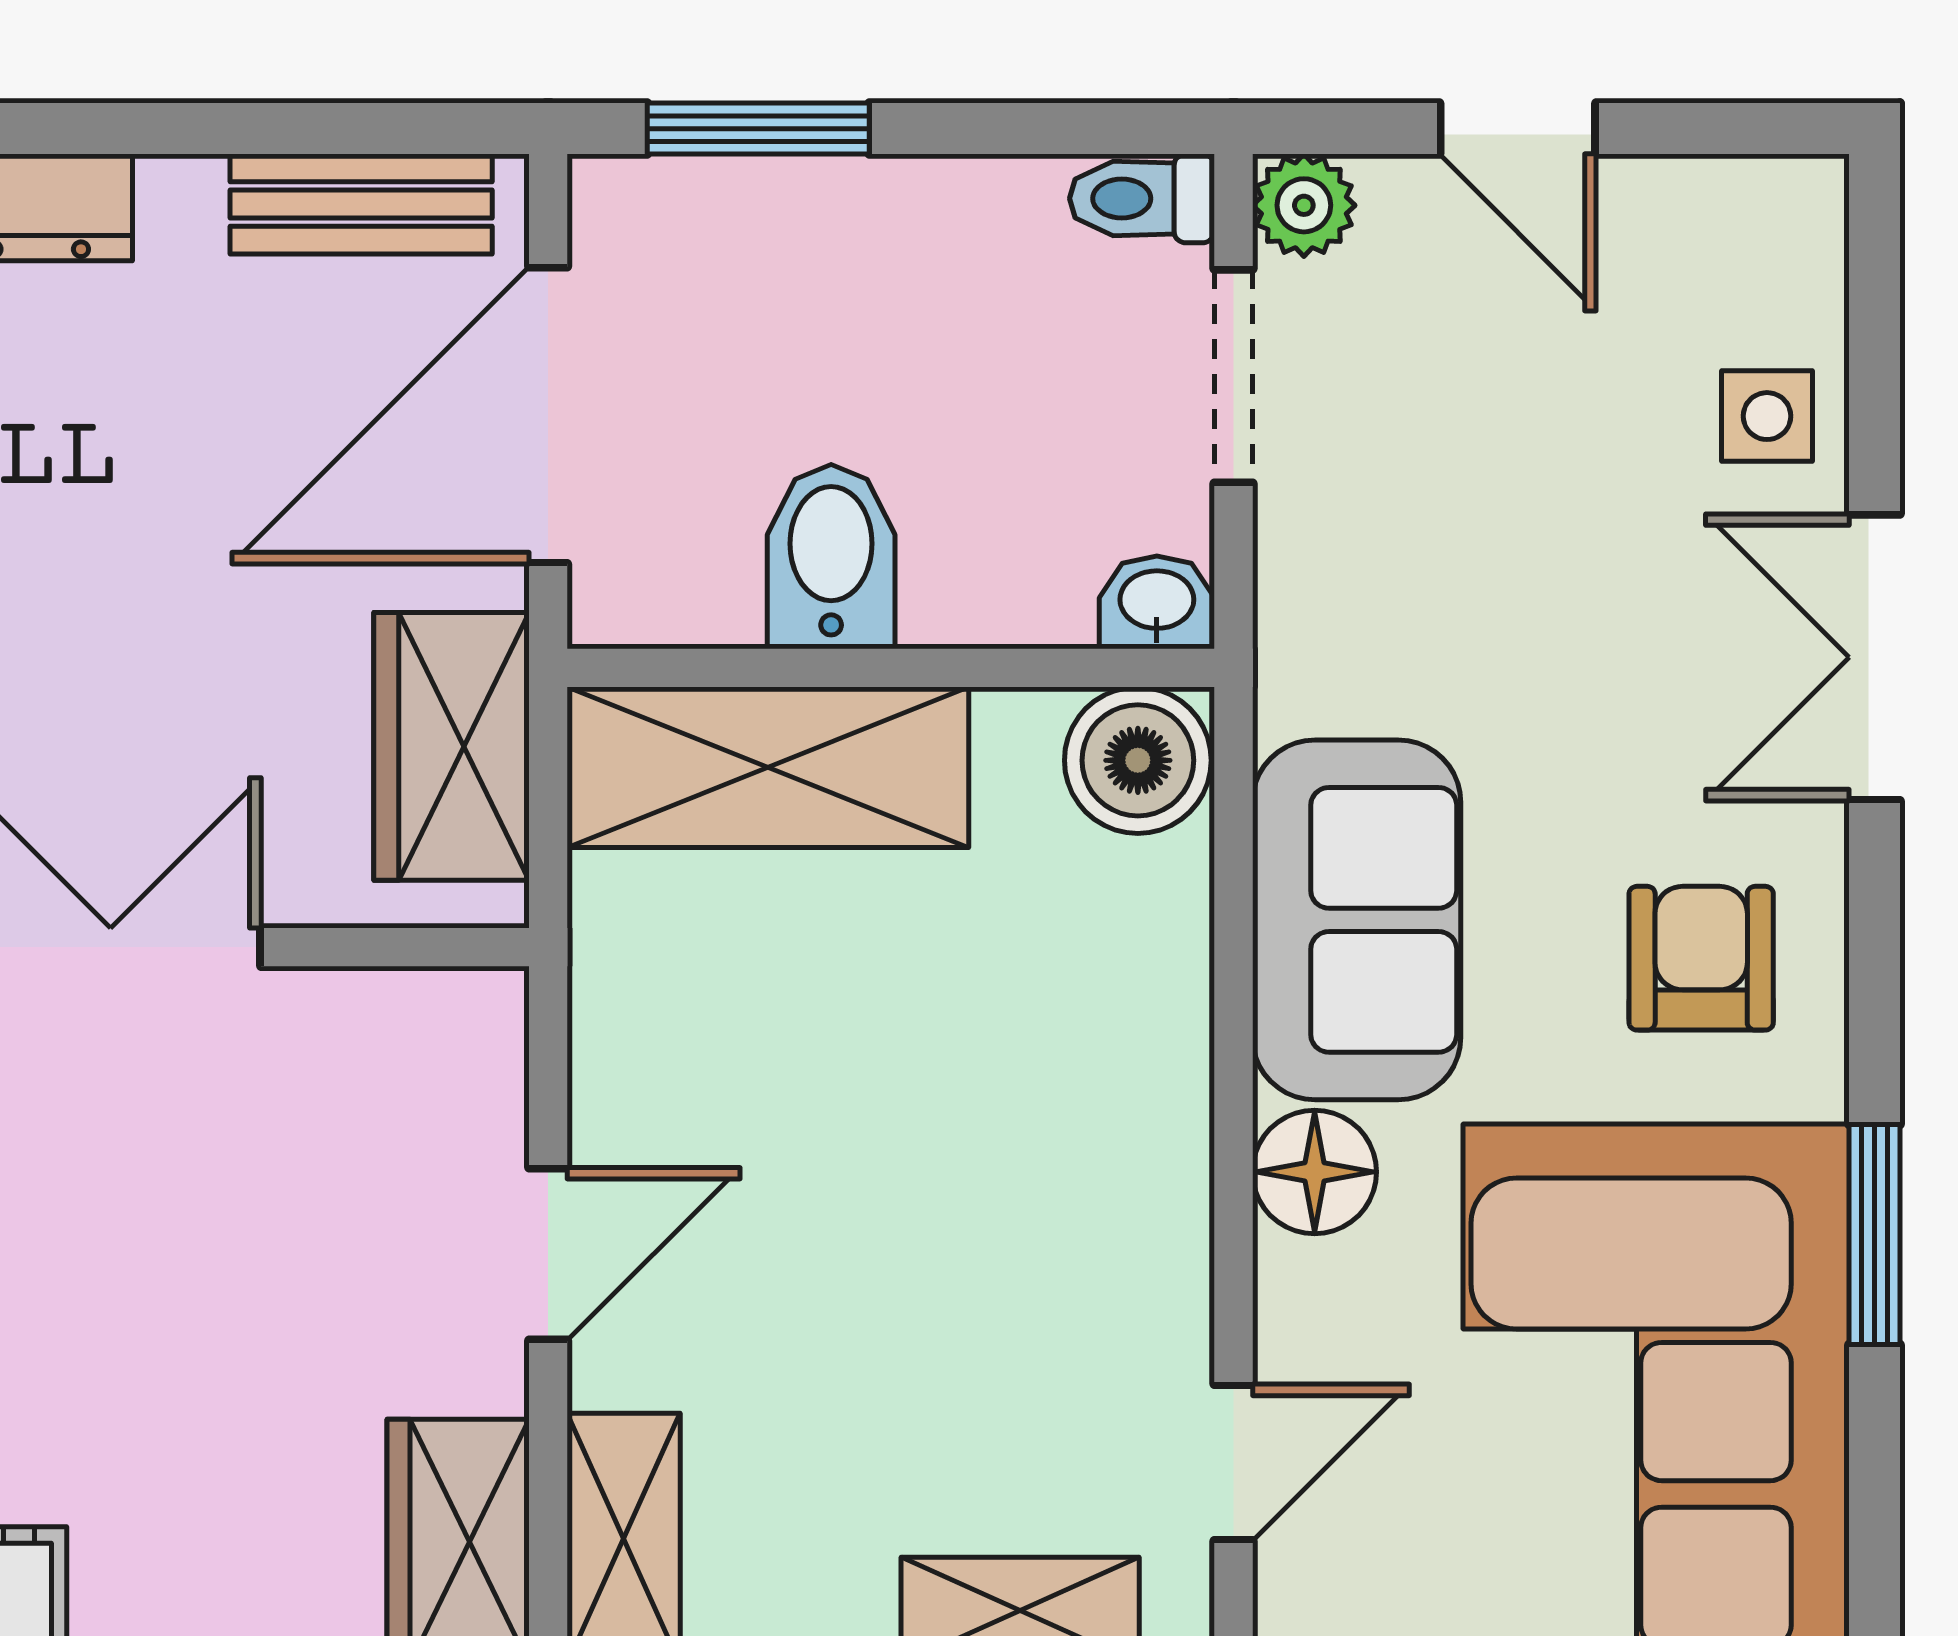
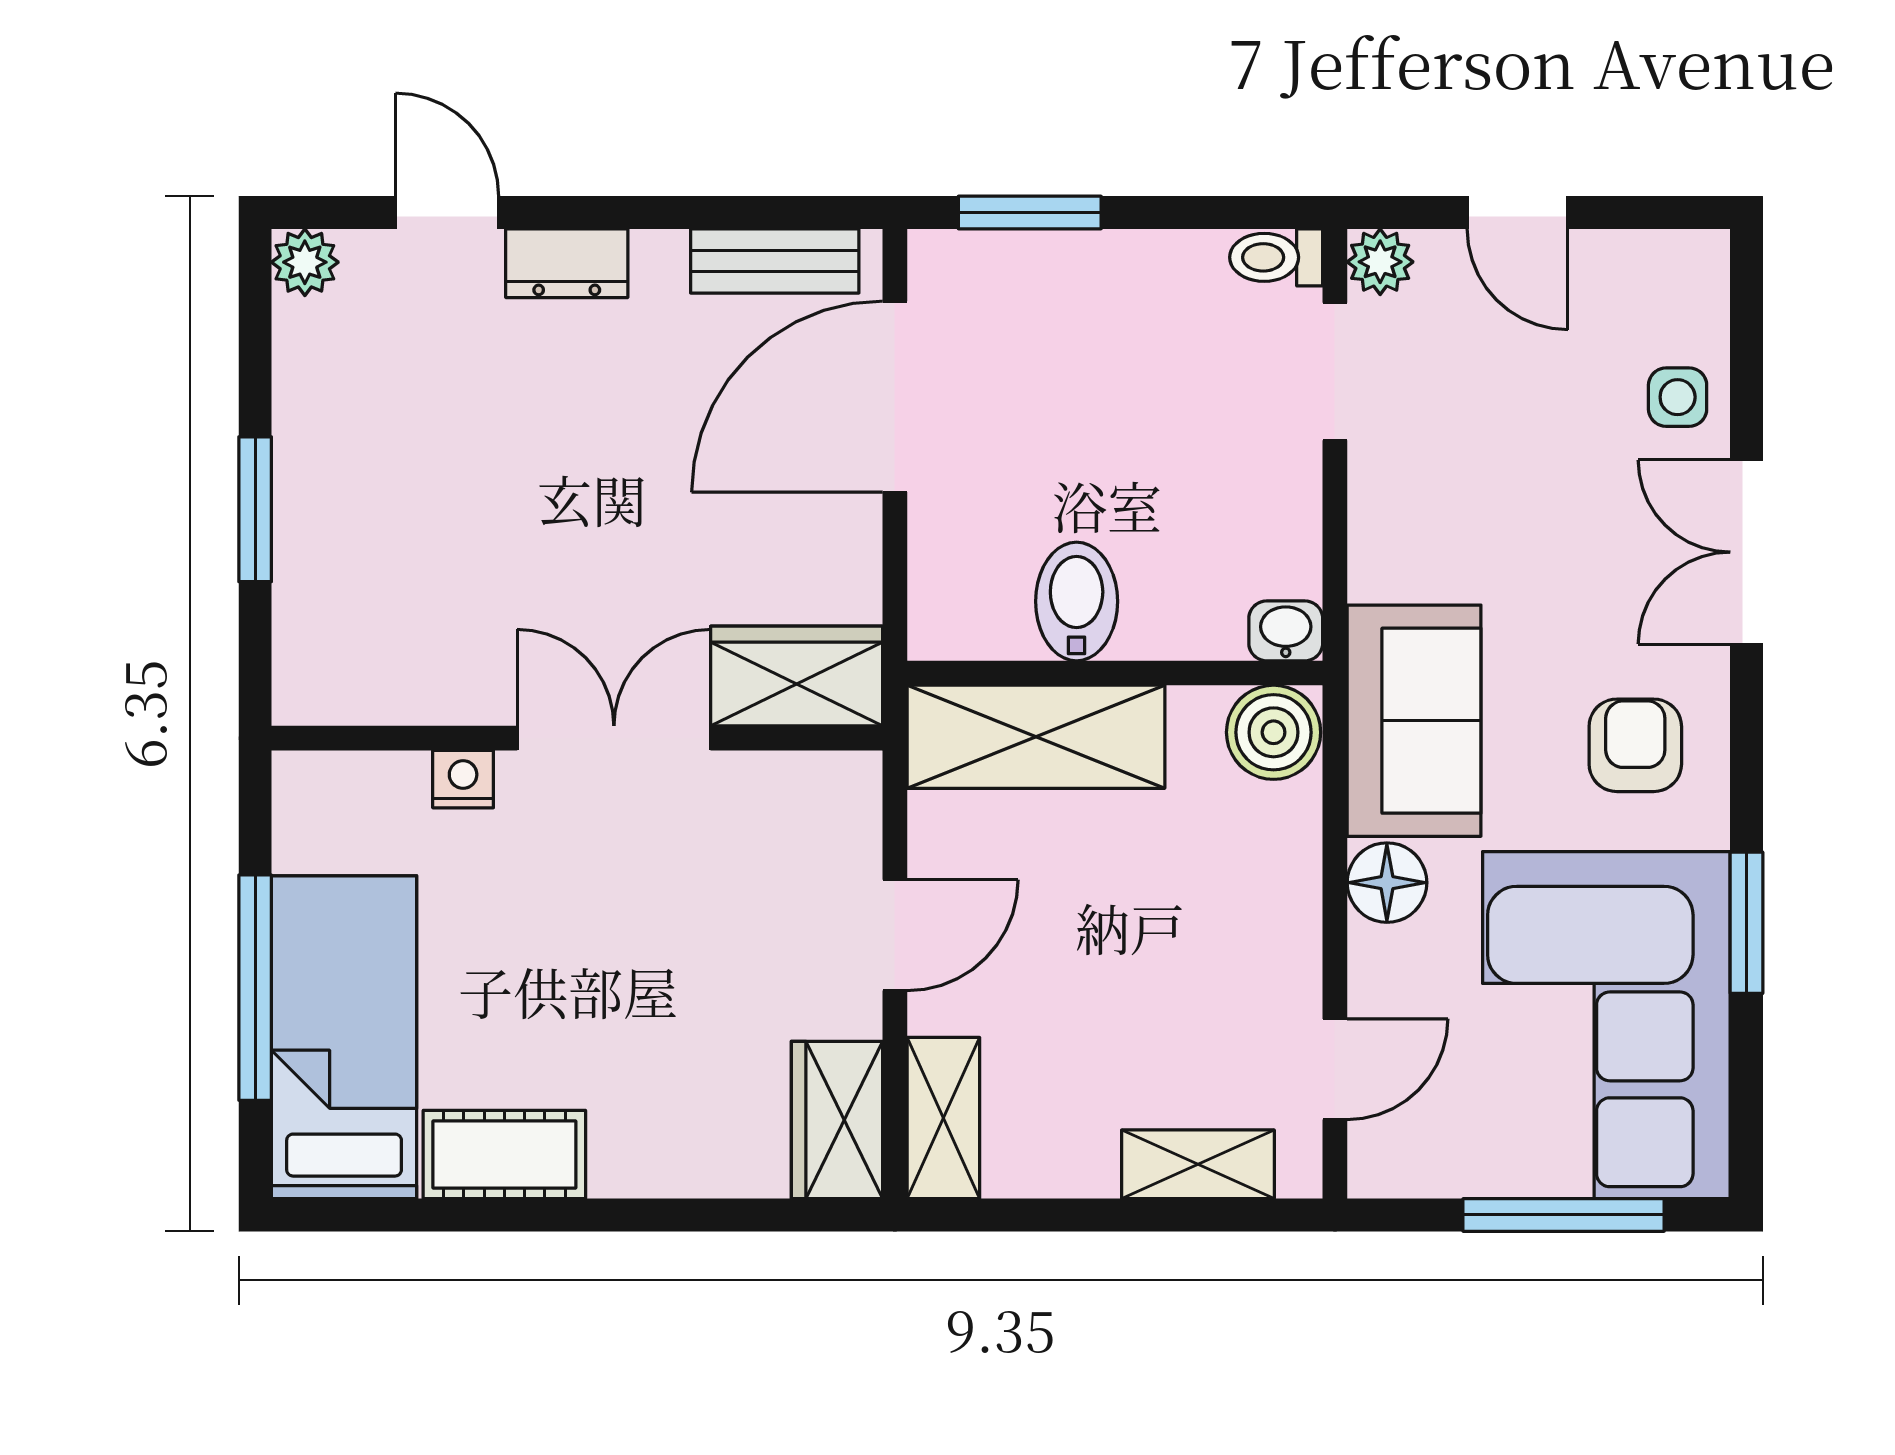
bidet: (831, 557) -> (1077, 601), moved
washbasin: (1157, 602) -> (1286, 631), moved
wall: (891, 668) -> (1115, 673), moved
wardrobe: (451, 746) -> (797, 676), moved, turned 90
boiler: (1138, 760) -> (1274, 732), moved
shelving: (768, 767) -> (1036, 737), moved

